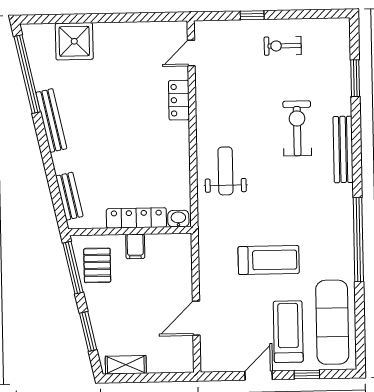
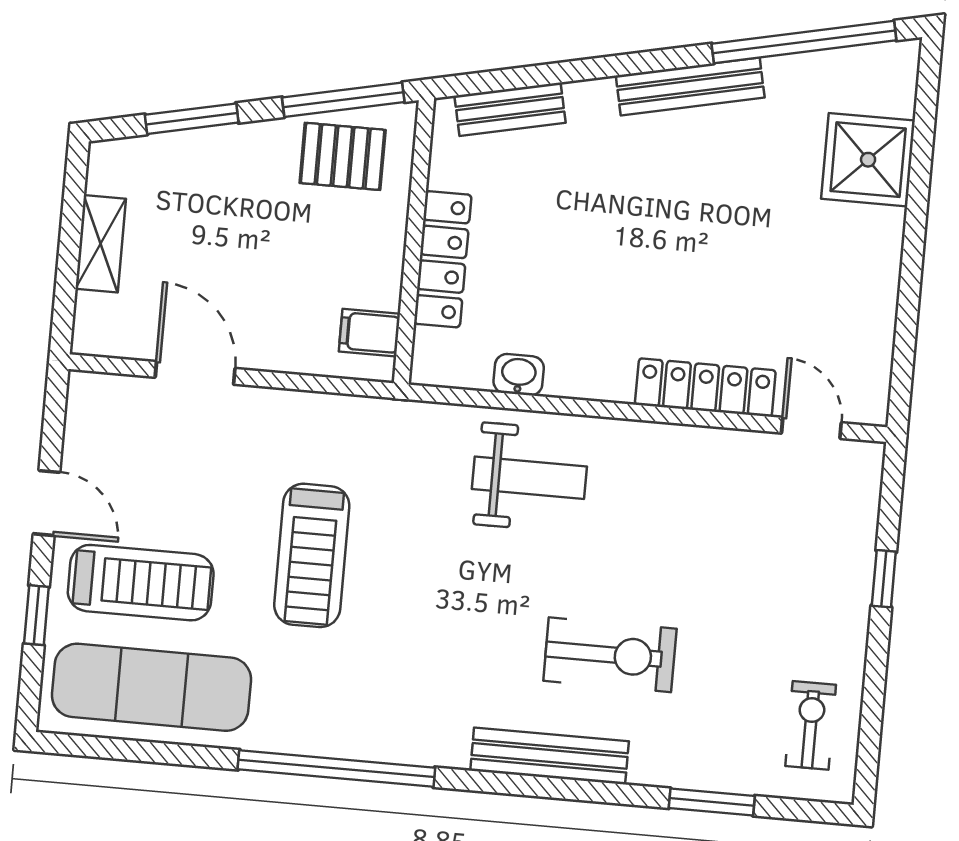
exercise bike: (283, 46) -> (811, 725), moved
locker: (179, 100) -> (705, 388), width x1.53
washbasin: (178, 219) -> (519, 375), moved, turned -90
filing cabinet: (135, 246) -> (369, 333), moved
shelving: (126, 365) -> (101, 244), moved

